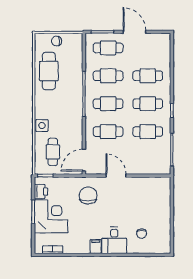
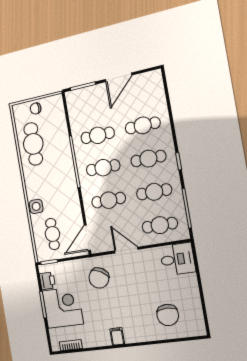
door: (134, 32) -> (119, 77), swing flipped
cafe table: (108, 48) -> (160, 225), moved
chair: (88, 195) -> (99, 278), turned -151
chair: (142, 234) -> (168, 315), width x1.87, depth x1.87
desk: (114, 240) -> (177, 259), moved, turned -90

